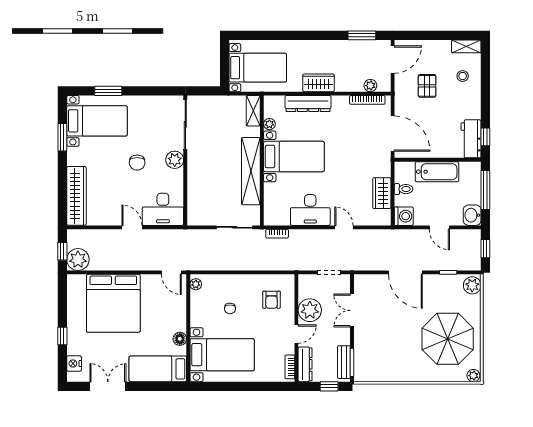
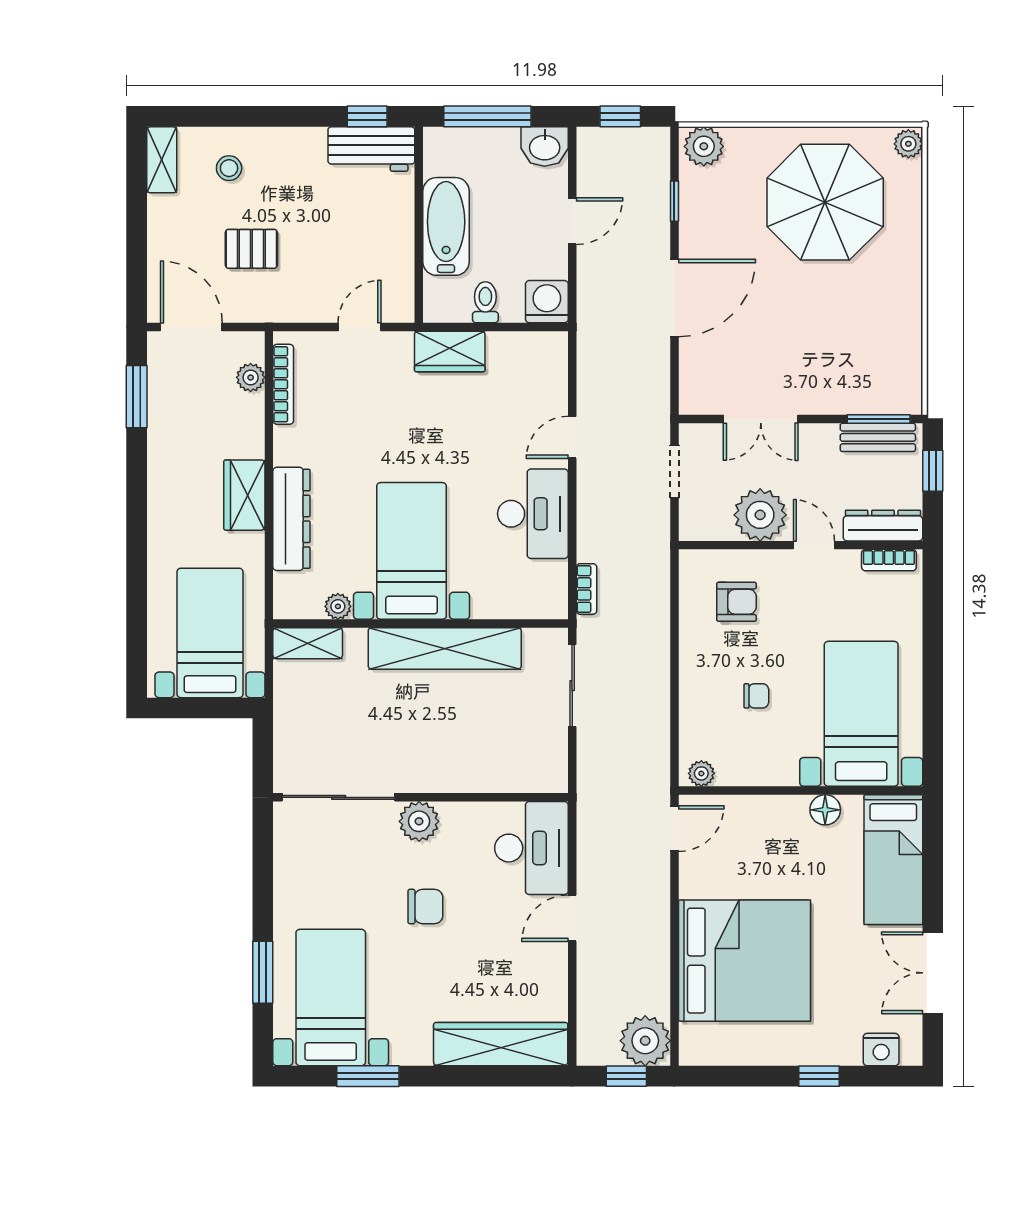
door: (393, 134) -> (360, 327), width x0.53
wardrobe: (382, 193) -> (450, 352), moved

